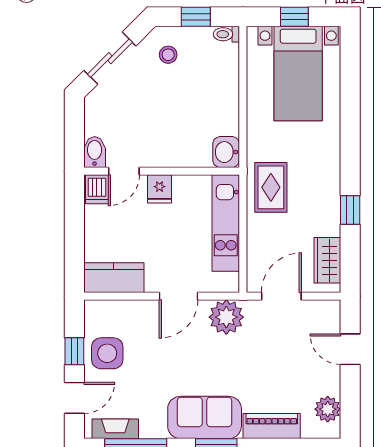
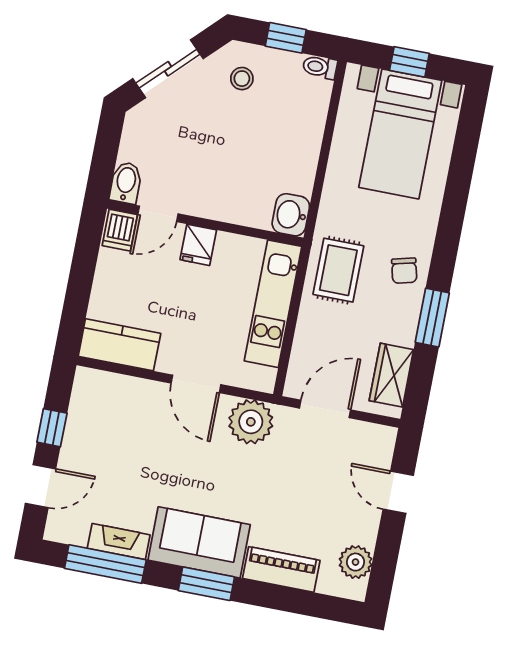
chair: (322, 178) -> (404, 271), added
window: (350, 210) -> (432, 318), width x1.50
door: (179, 296) -> (196, 384), hinge flipped
side table: (107, 353) -> (93, 438), removed
fireplace: (115, 429) -> (119, 542), moved

